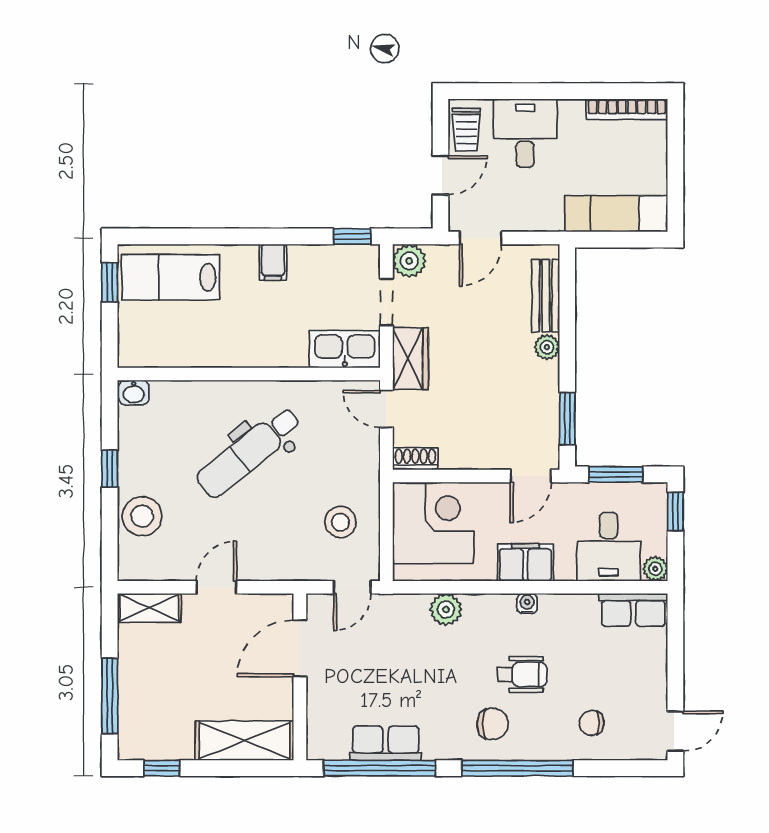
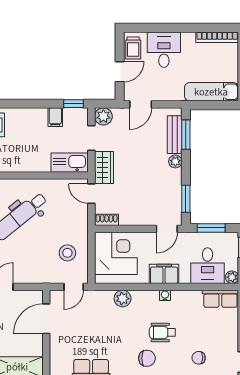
filing cabinet: (273, 262) -> (55, 117), moved
window: (567, 296) -> (186, 135), added
wheelchair: (522, 674) -> (162, 332), turned 180

